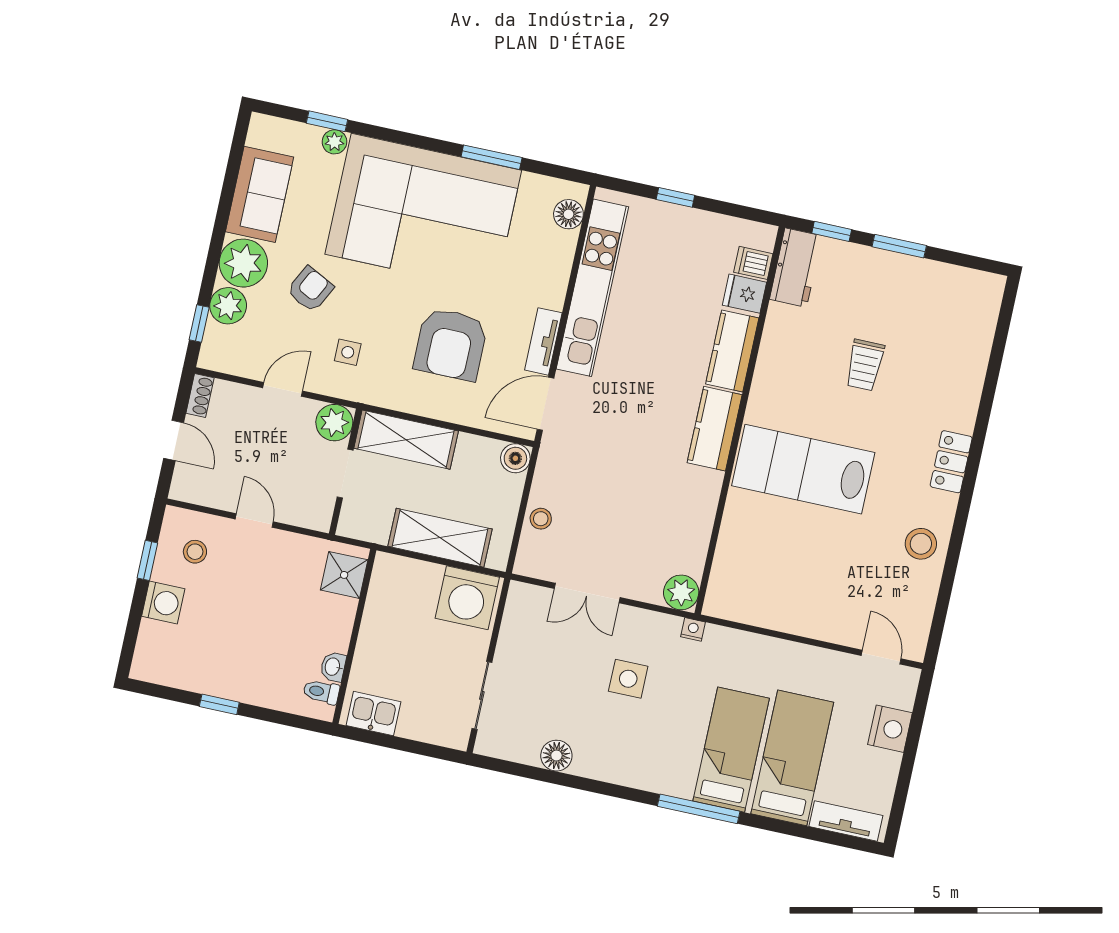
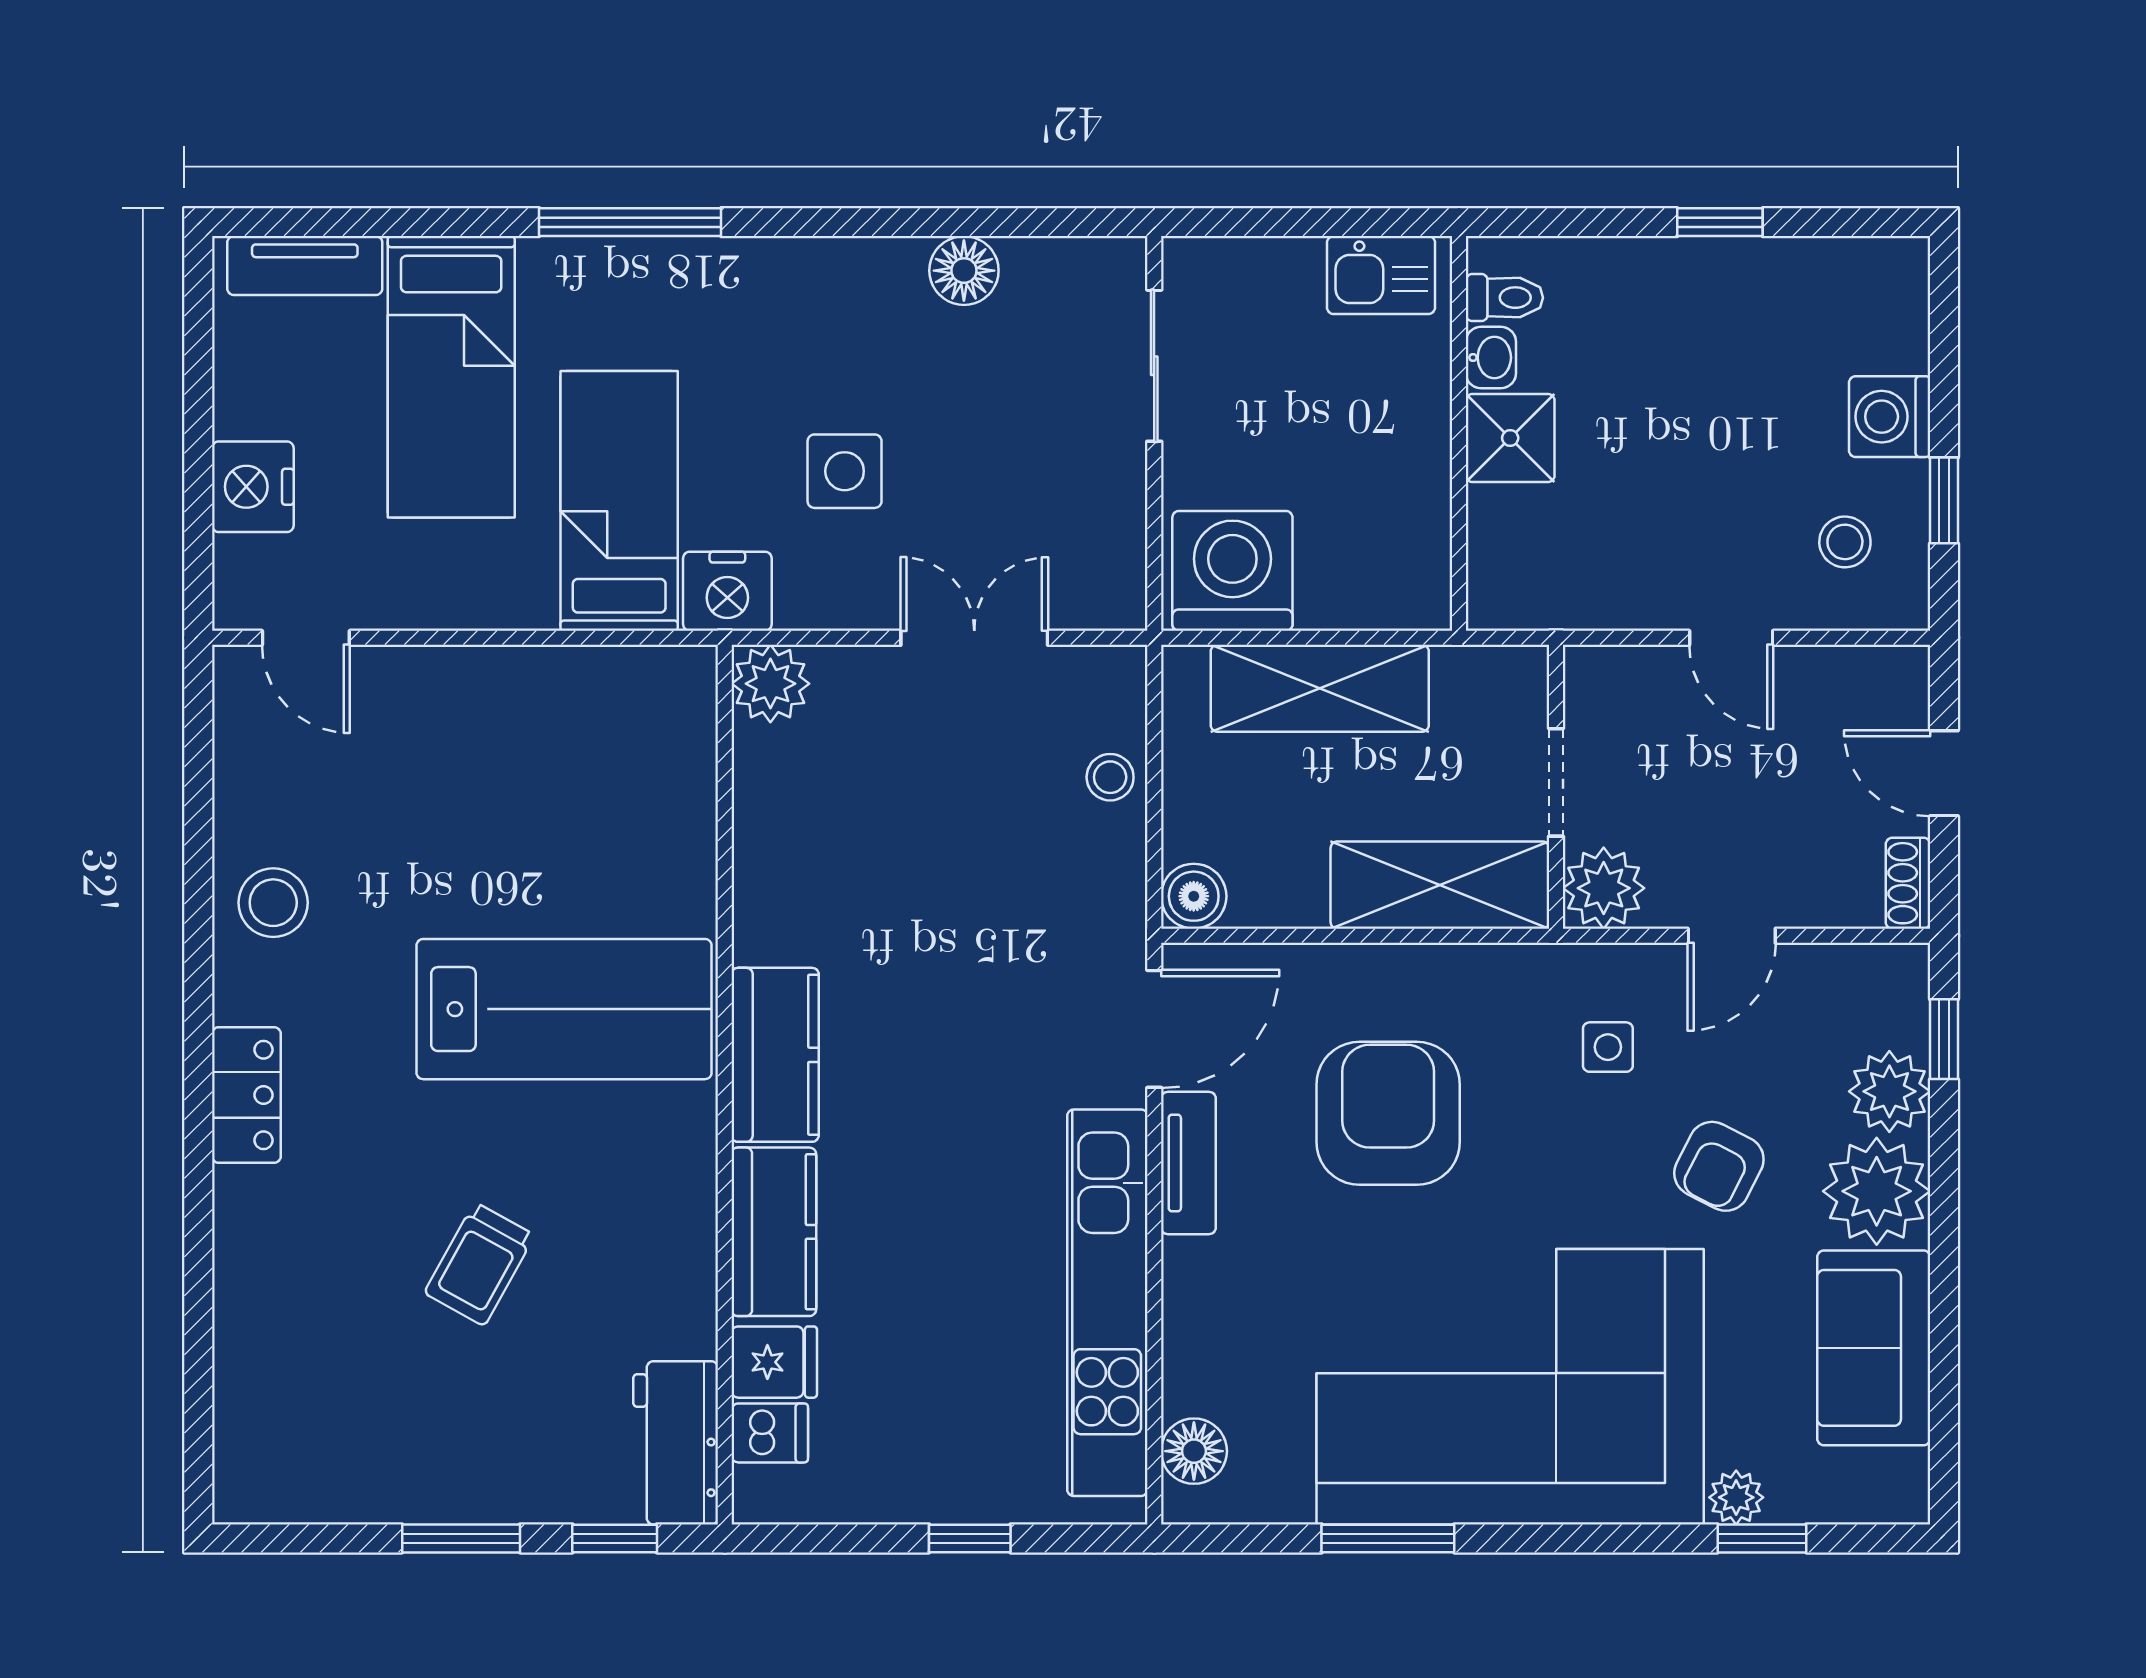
trolley: (865, 365) -> (479, 1264), turned -151
shower: (344, 575) -> (1510, 438), moved
nightstand: (693, 629) -> (727, 591), width x1.89, depth x1.79
bed: (731, 750) -> (619, 501), moved, turned 180

